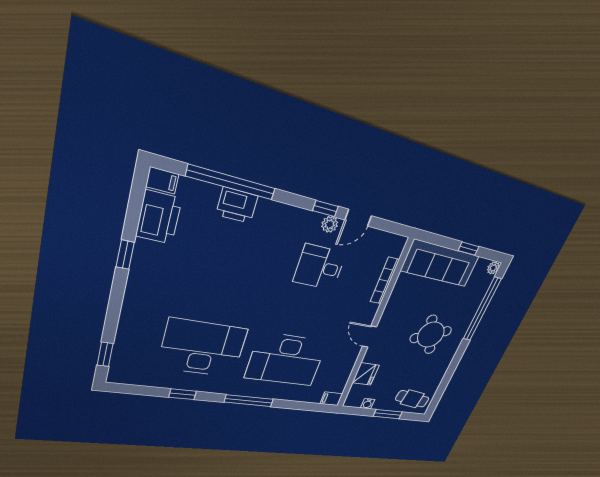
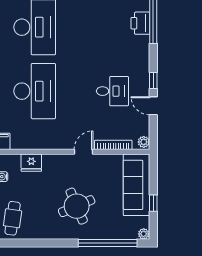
plant: (330, 224) -> (144, 142), moved
desk: (320, 267) -> (112, 91), turned 90
door: (369, 337) -> (84, 152), moved
desk: (286, 360) -> (35, 91), turned 180

